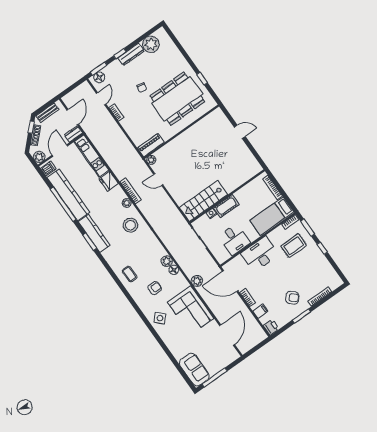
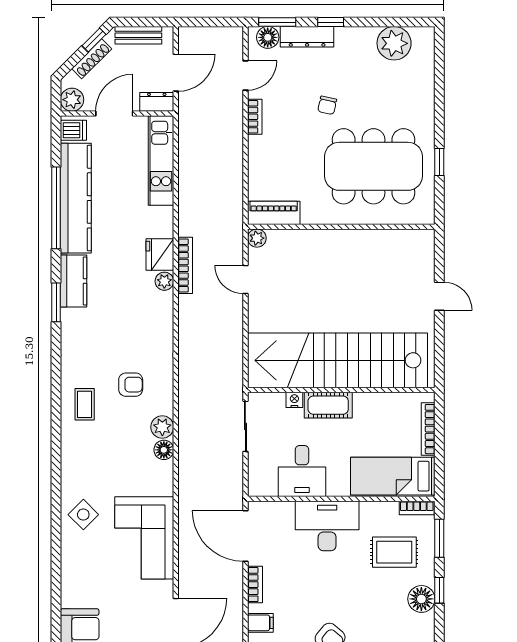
dresser: (131, 54) -> (307, 37), moved
fridge: (109, 181) -> (160, 254), moved
stairs: (204, 201) -> (338, 360), width x1.86, depth x1.51
stool: (130, 225) -> (144, 323), removed
kitchen counter: (94, 233) -> (73, 281), width x0.67
floor lamp: (318, 257) -> (421, 599), added
plant: (197, 281) -> (190, 496), removed
armchair: (155, 288) -> (131, 385), moved

